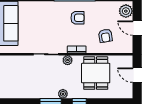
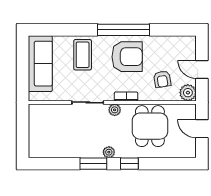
plant: (126, 11) -> (188, 93), moved
coffee table: (42, 16) -> (83, 55), added
armchair: (77, 18) -> (127, 57), width x1.88, depth x1.88

